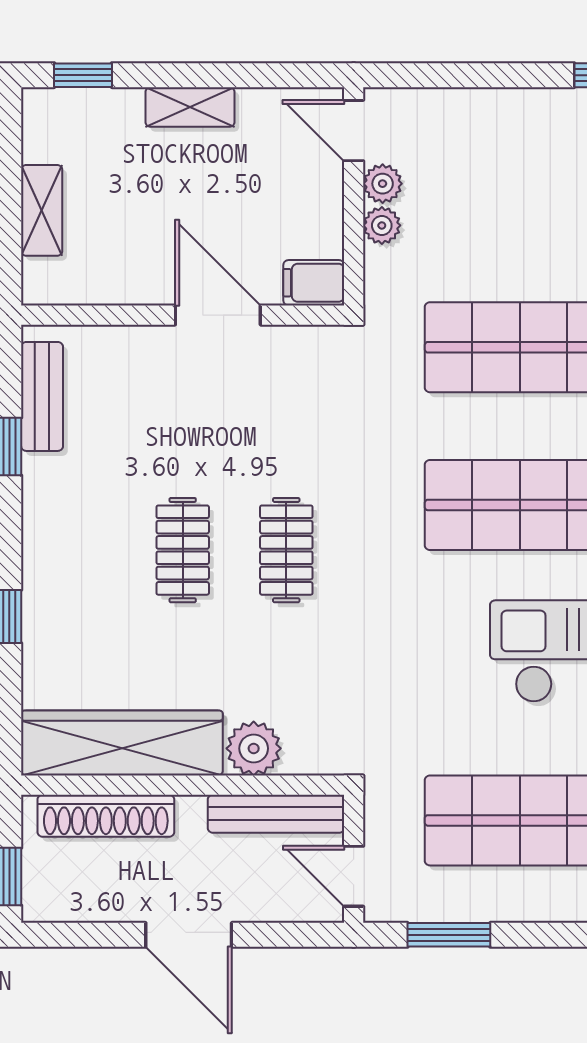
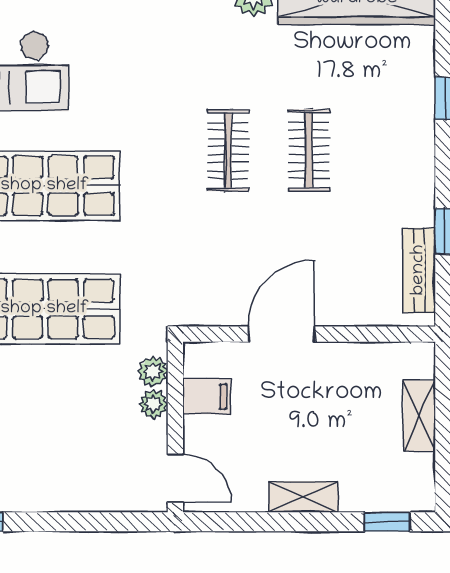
plant: (383, 184) -> (153, 371), moved
filing cabinet: (314, 283) -> (207, 396), moved
door: (218, 315) -> (282, 334), swing flipped

